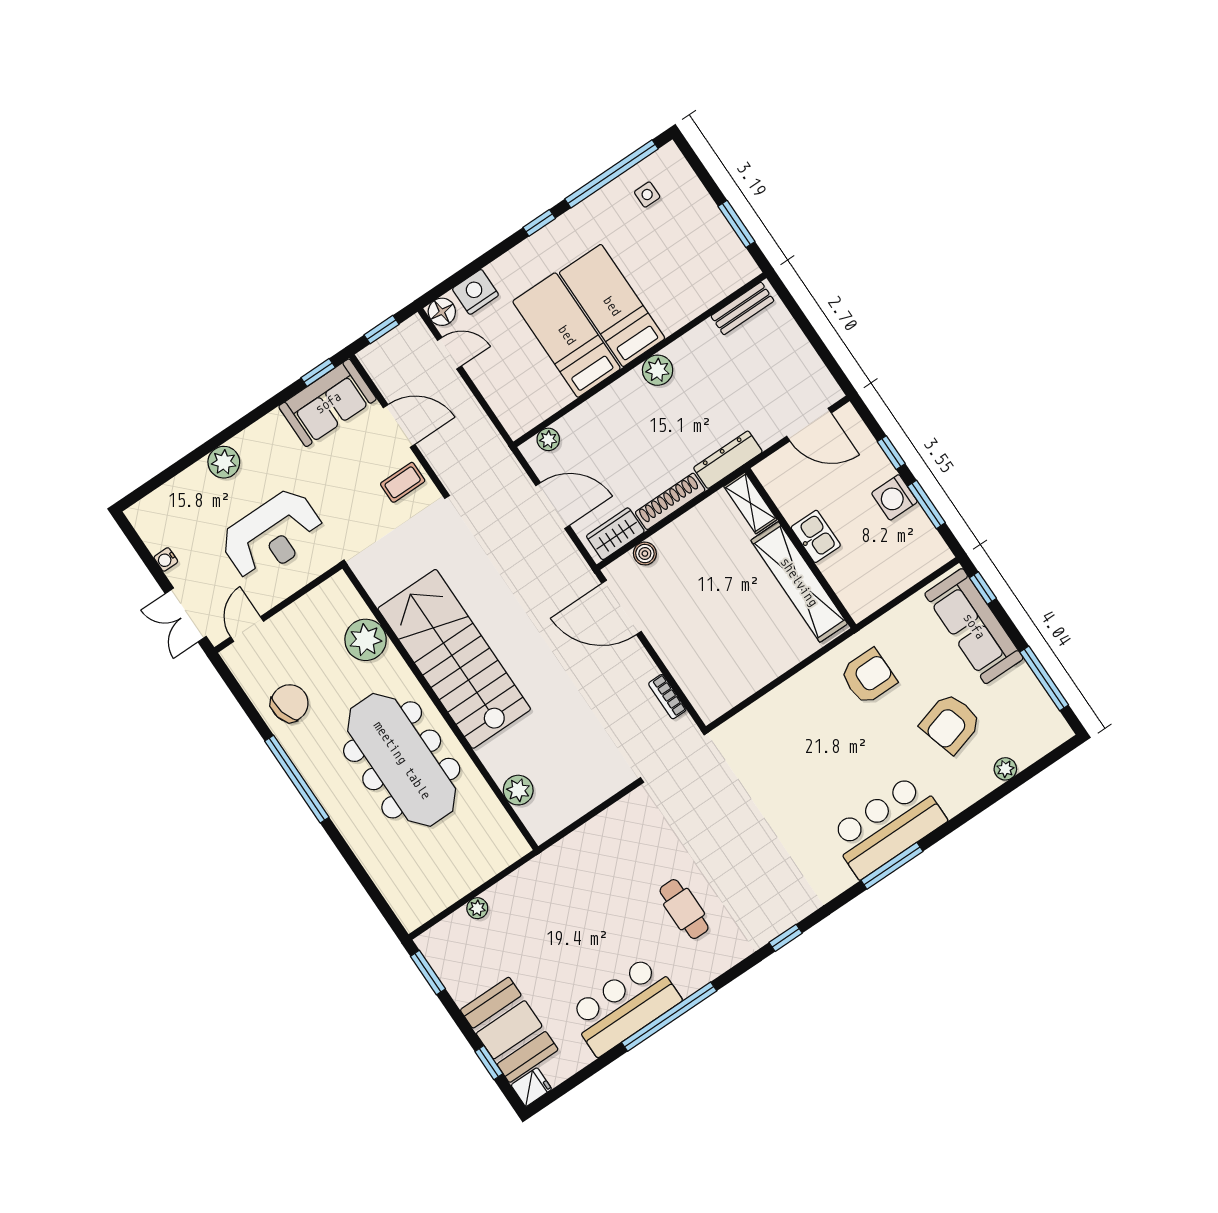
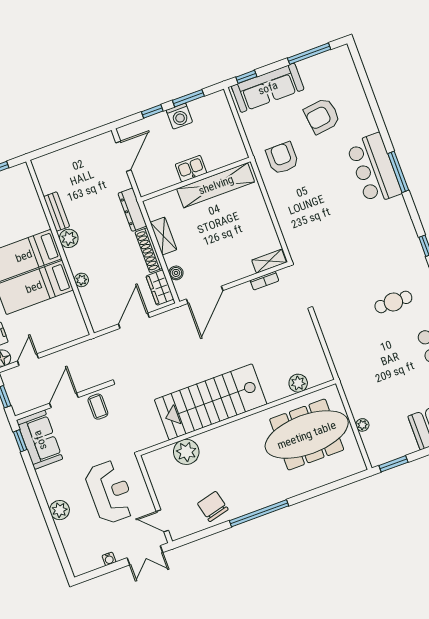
bench: (742, 308) -> (57, 212), moved
plant: (548, 439) -> (81, 280), moved
shelving: (750, 503) -> (163, 236), moved, turned 90
shelving: (700, 696) -> (269, 261), added
armchair: (951, 723) -> (322, 116), turned 99
meeting table: (402, 760) -> (307, 435), moved
plant: (1005, 769) -> (357, 90), removed

